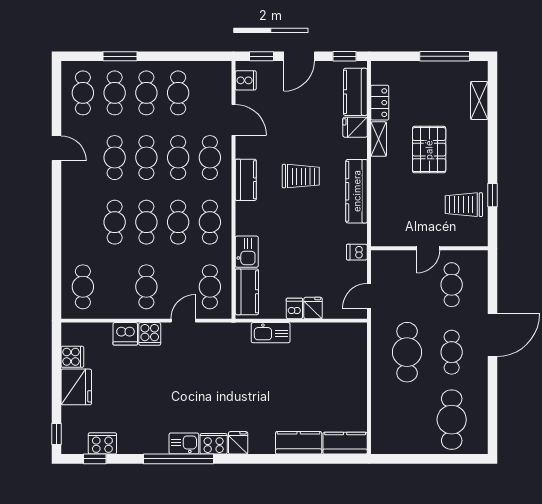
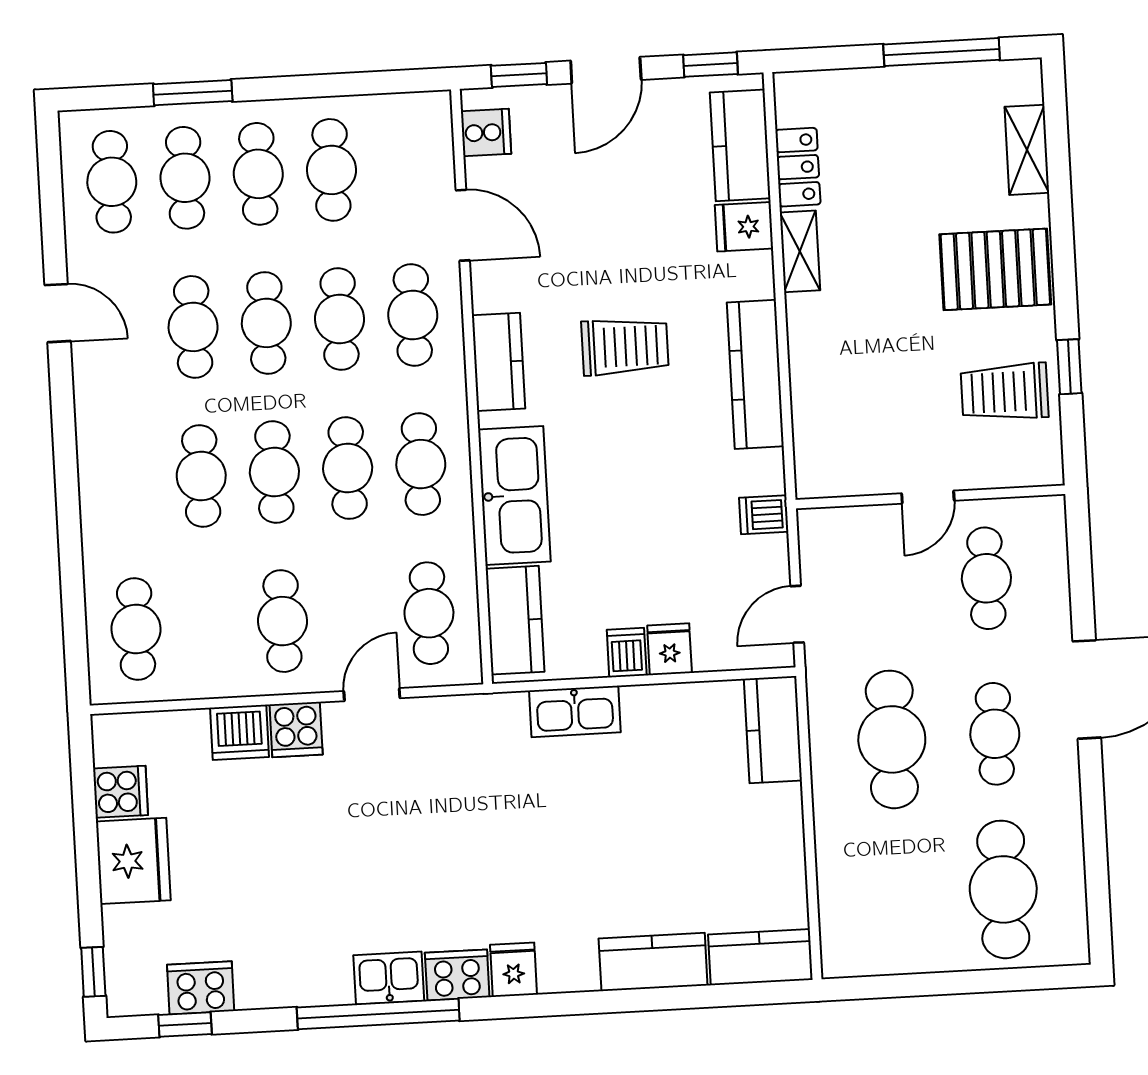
pallet: (429, 150) -> (995, 269), moved, turned 90
kitchen sink: (247, 252) -> (514, 496), width x1.88, depth x1.24
kitchen counter: (356, 345) -> (773, 730), added

